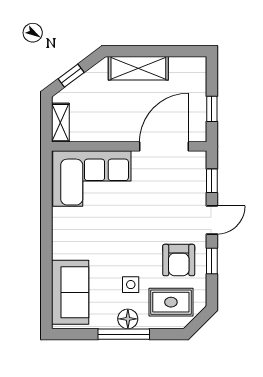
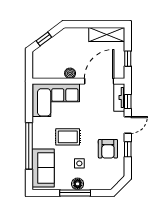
shelving: (138, 68) -> (107, 34), moved
shelving: (60, 123) -> (37, 67), removed
boiler: (115, 133) -> (70, 73), added
tv unit: (198, 174) -> (119, 97), added
window: (46, 255) -> (29, 146), added
rug: (171, 302) -> (68, 137), moved

